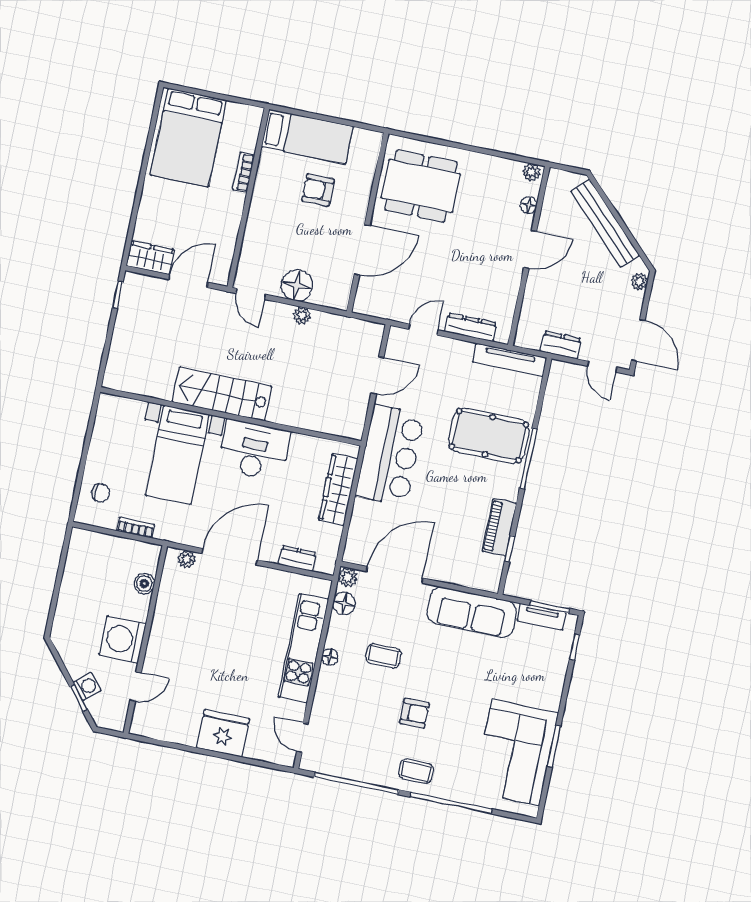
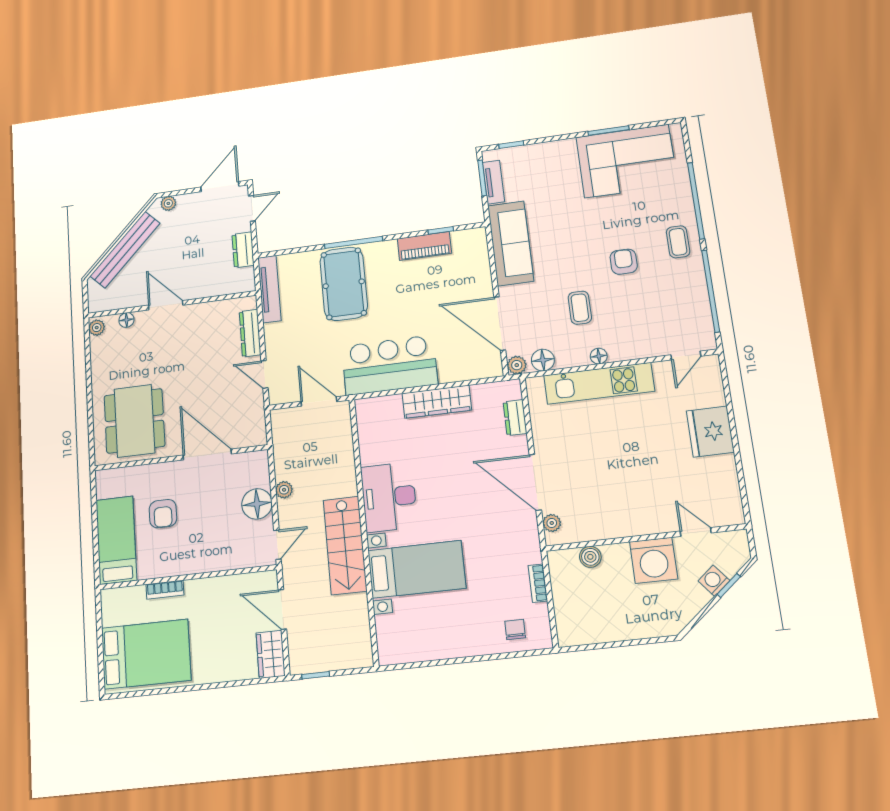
stairs: (222, 394) -> (345, 545), moved
wall: (231, 416) -> (364, 530), moved
desk: (254, 450) -> (389, 497), moved
bed with nightstands: (177, 455) -> (417, 569), moved

